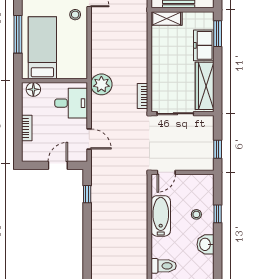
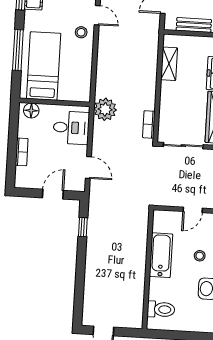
shelving: (167, 18) -> (169, 64), moved, turned 90
door: (166, 172) -> (193, 210), moved

